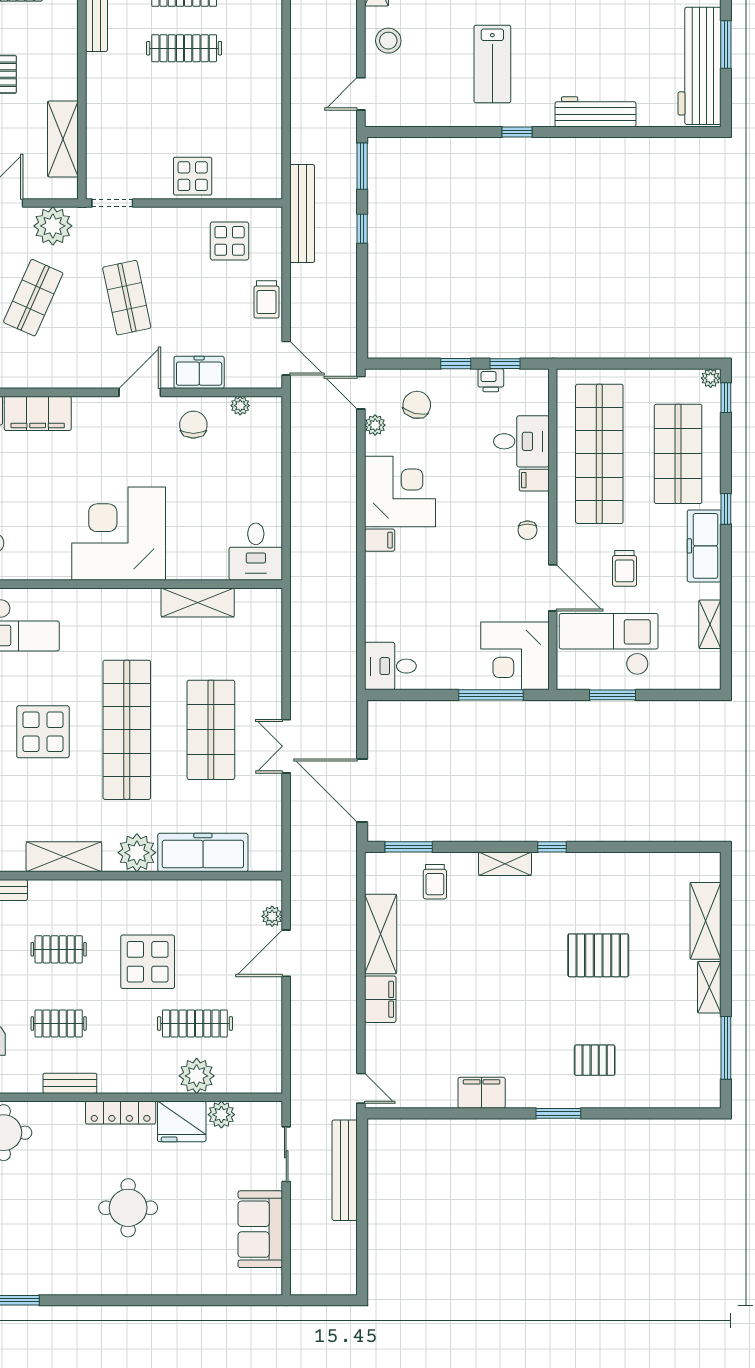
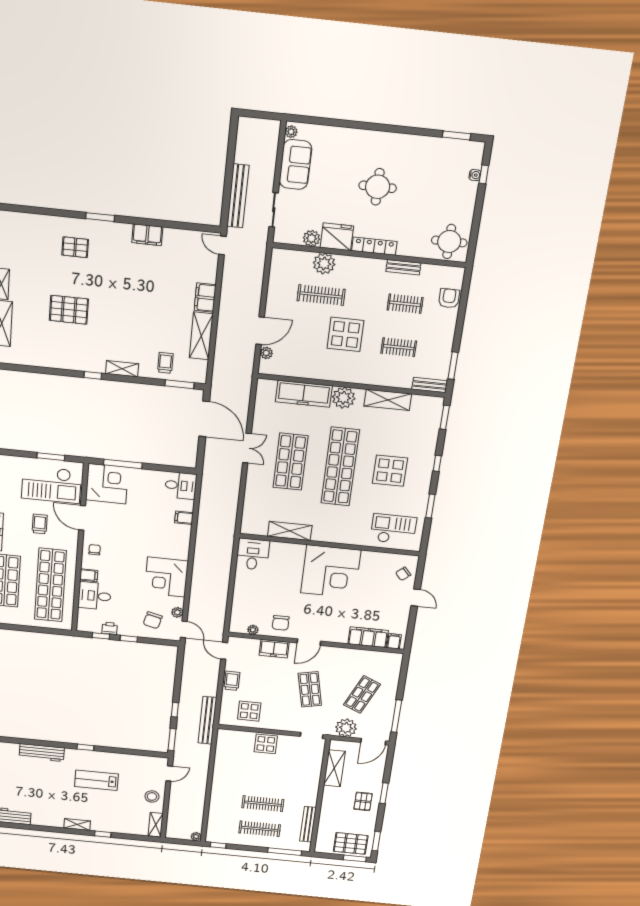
lab bench: (492, 64) -> (96, 780), turned -90
filing cabinet: (380, 540) -> (184, 518), moved
plant: (273, 1279) -> (291, 132), added

